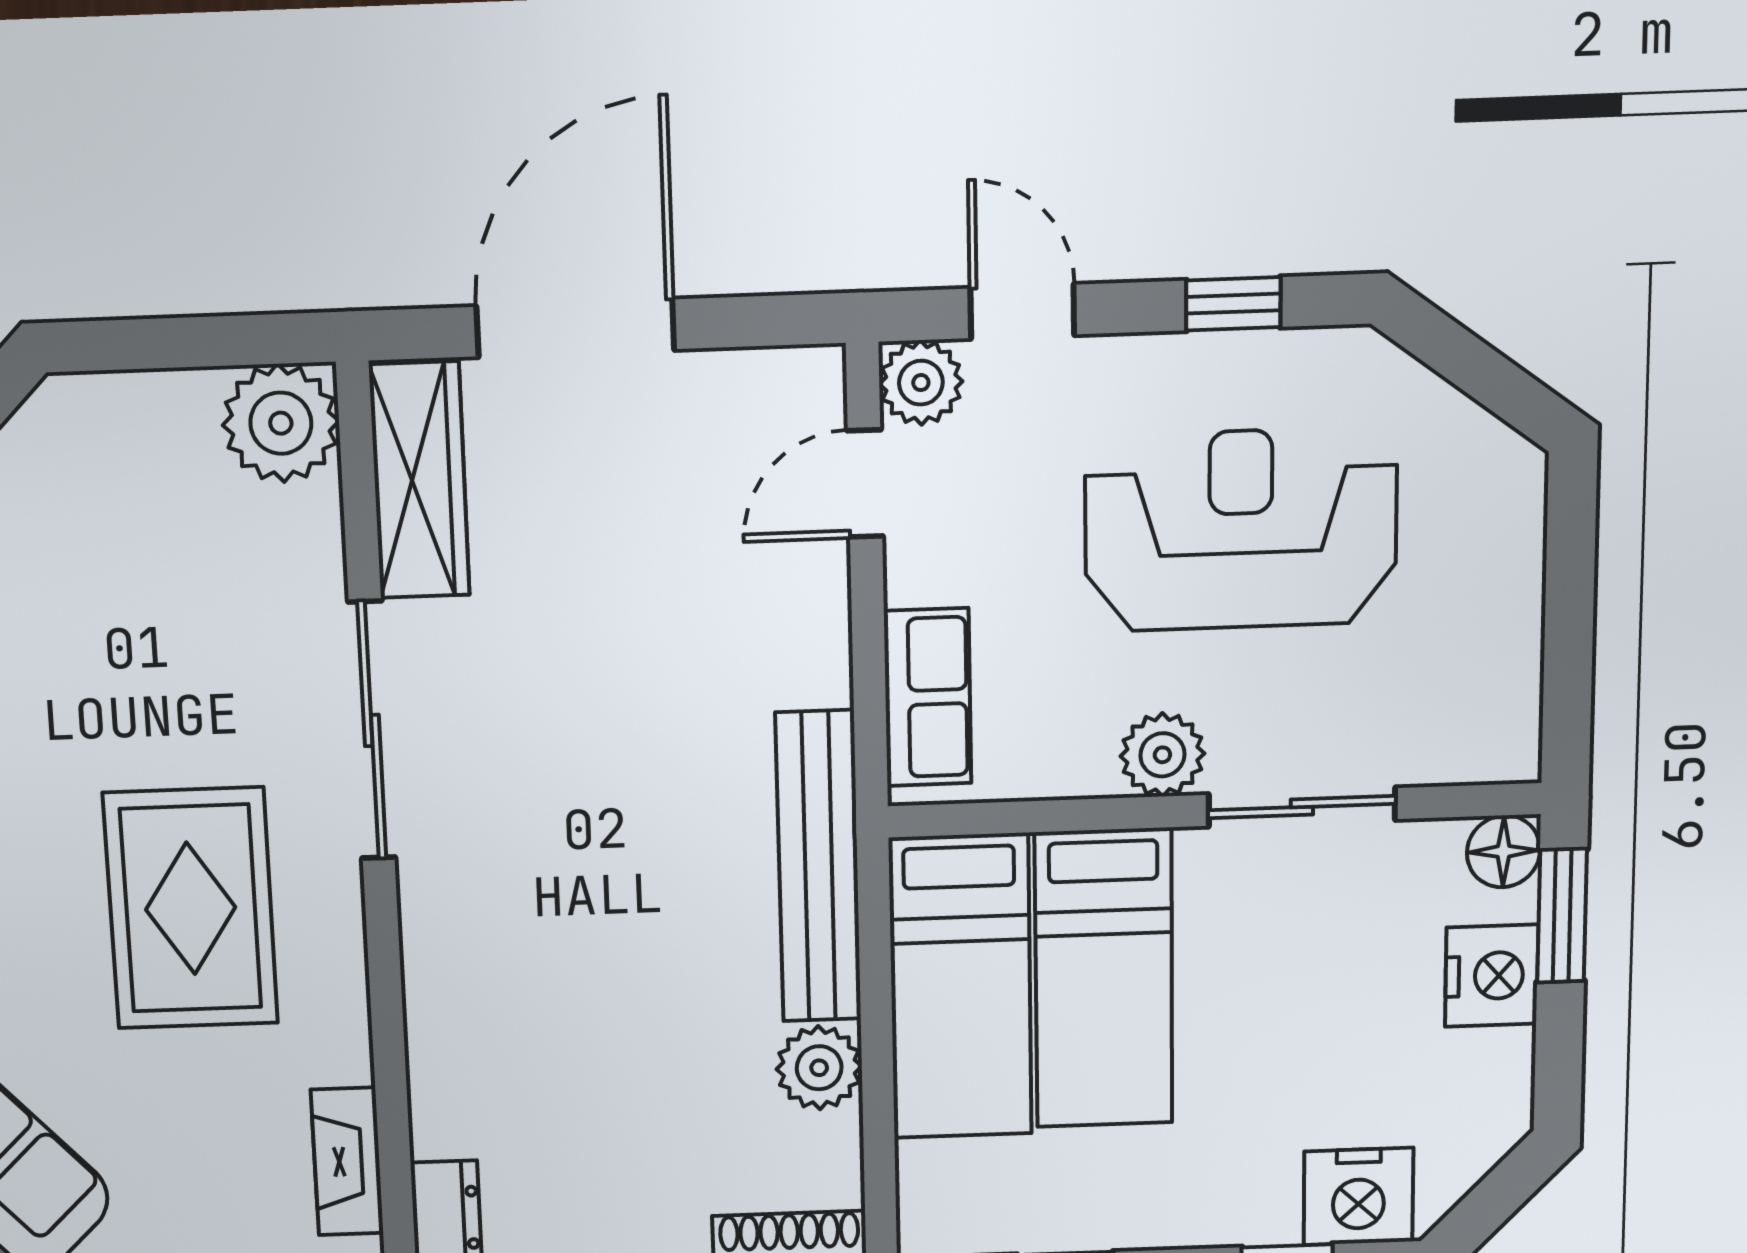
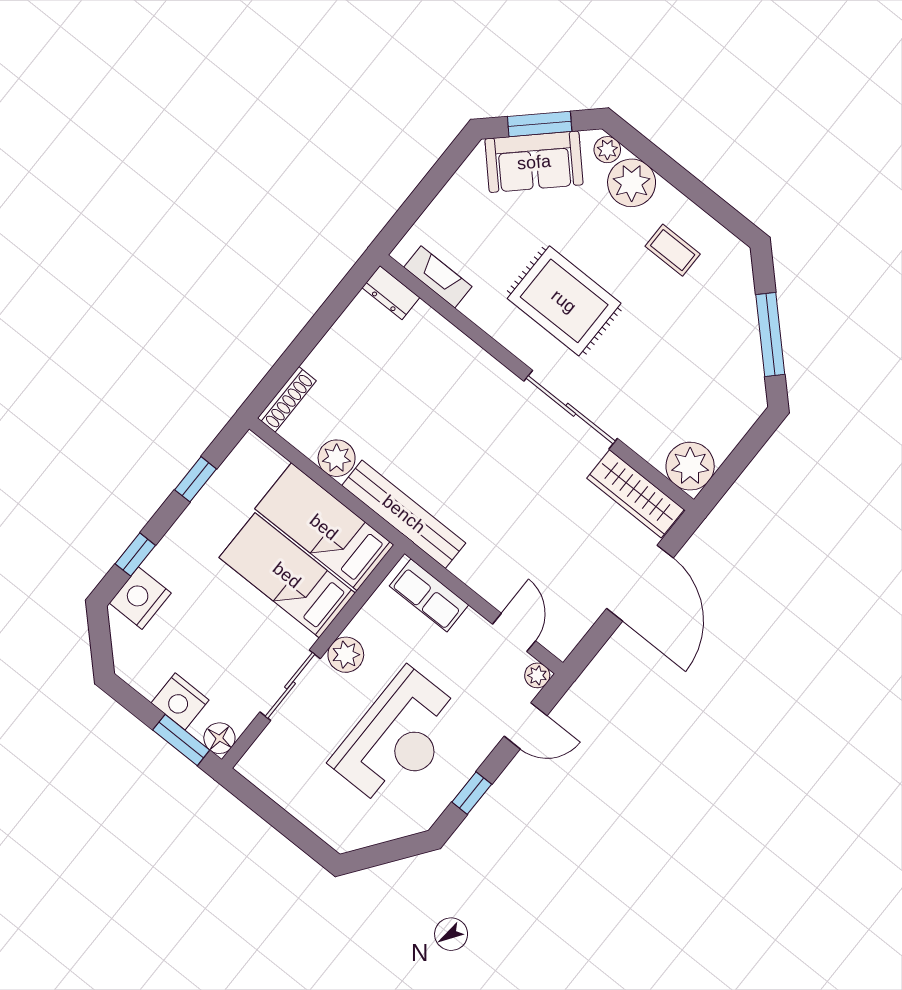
plant: (921, 383) -> (537, 675), width x0.73, depth x0.73

